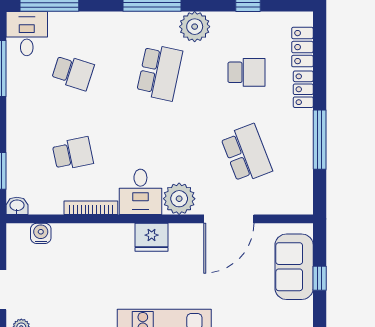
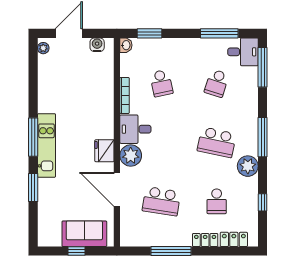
school desk: (246, 154) -> (161, 201), turned 30
water cooler: (41, 233) -> (97, 45), moved, turned -90
fridge: (152, 237) -> (104, 151), moved

